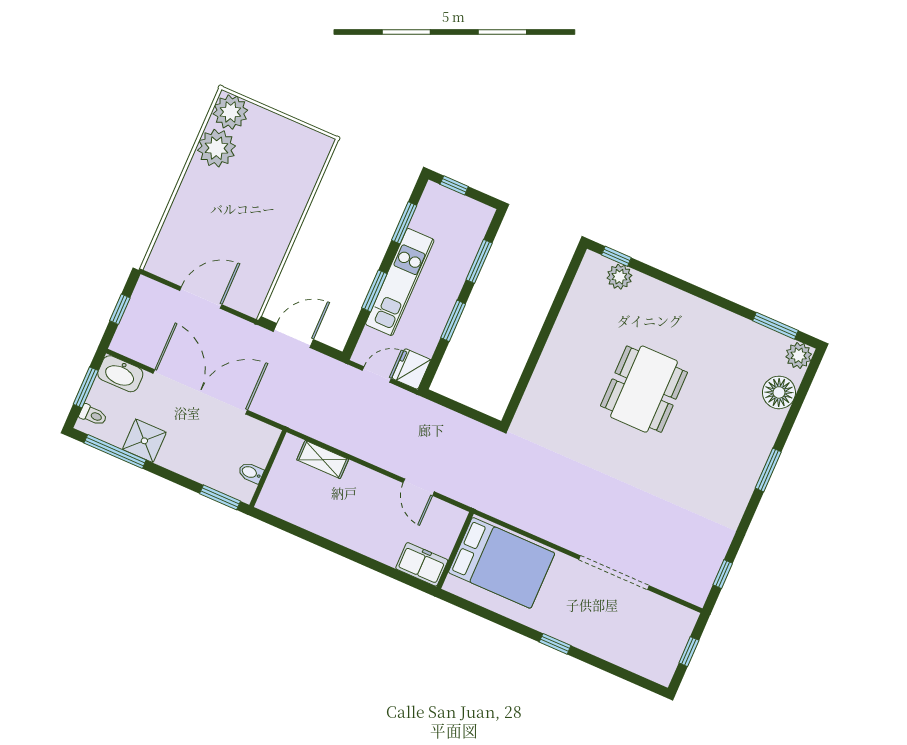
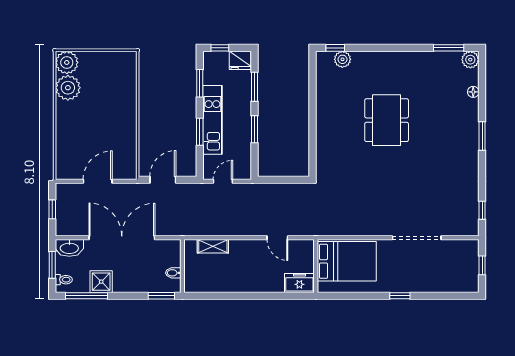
fridge: (411, 369) -> (240, 60), moved, turned -90
floor lamp: (779, 392) -> (473, 92), width x0.53, depth x0.53

